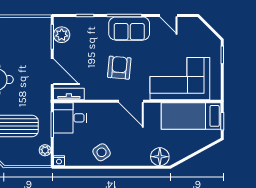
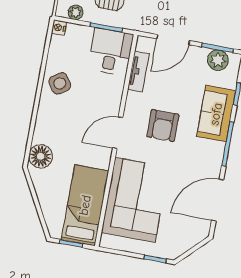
door: (169, 15) -> (218, 200), width x1.87
sofa: (129, 29) -> (216, 114), moved
armchair: (119, 68) -> (163, 126), turned 85
tv unit: (69, 94) -> (138, 71), moved

